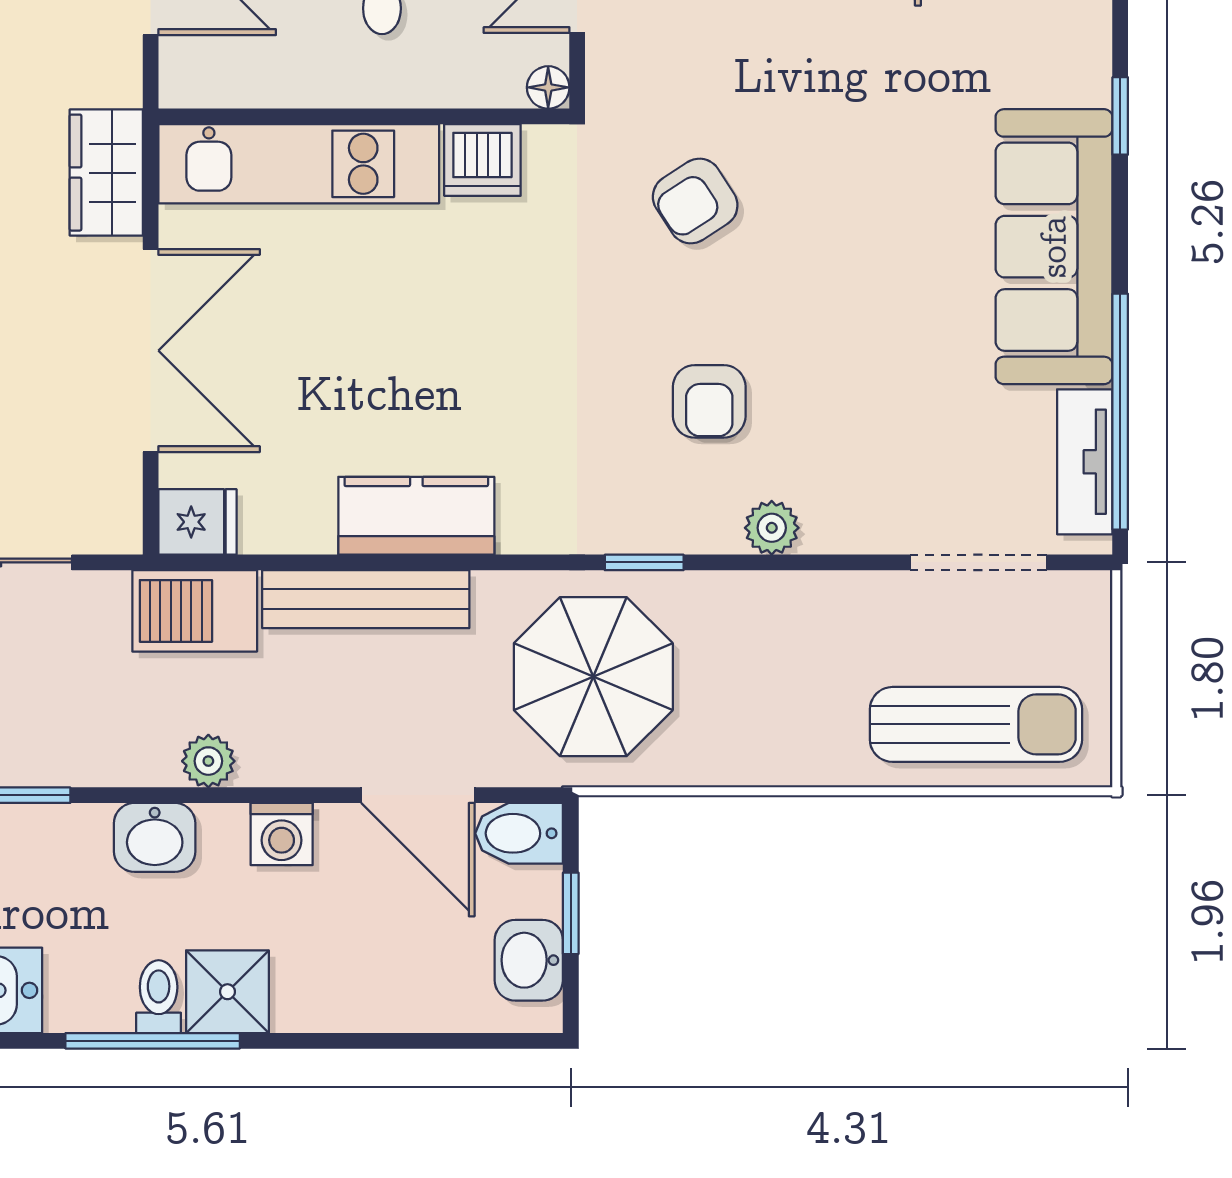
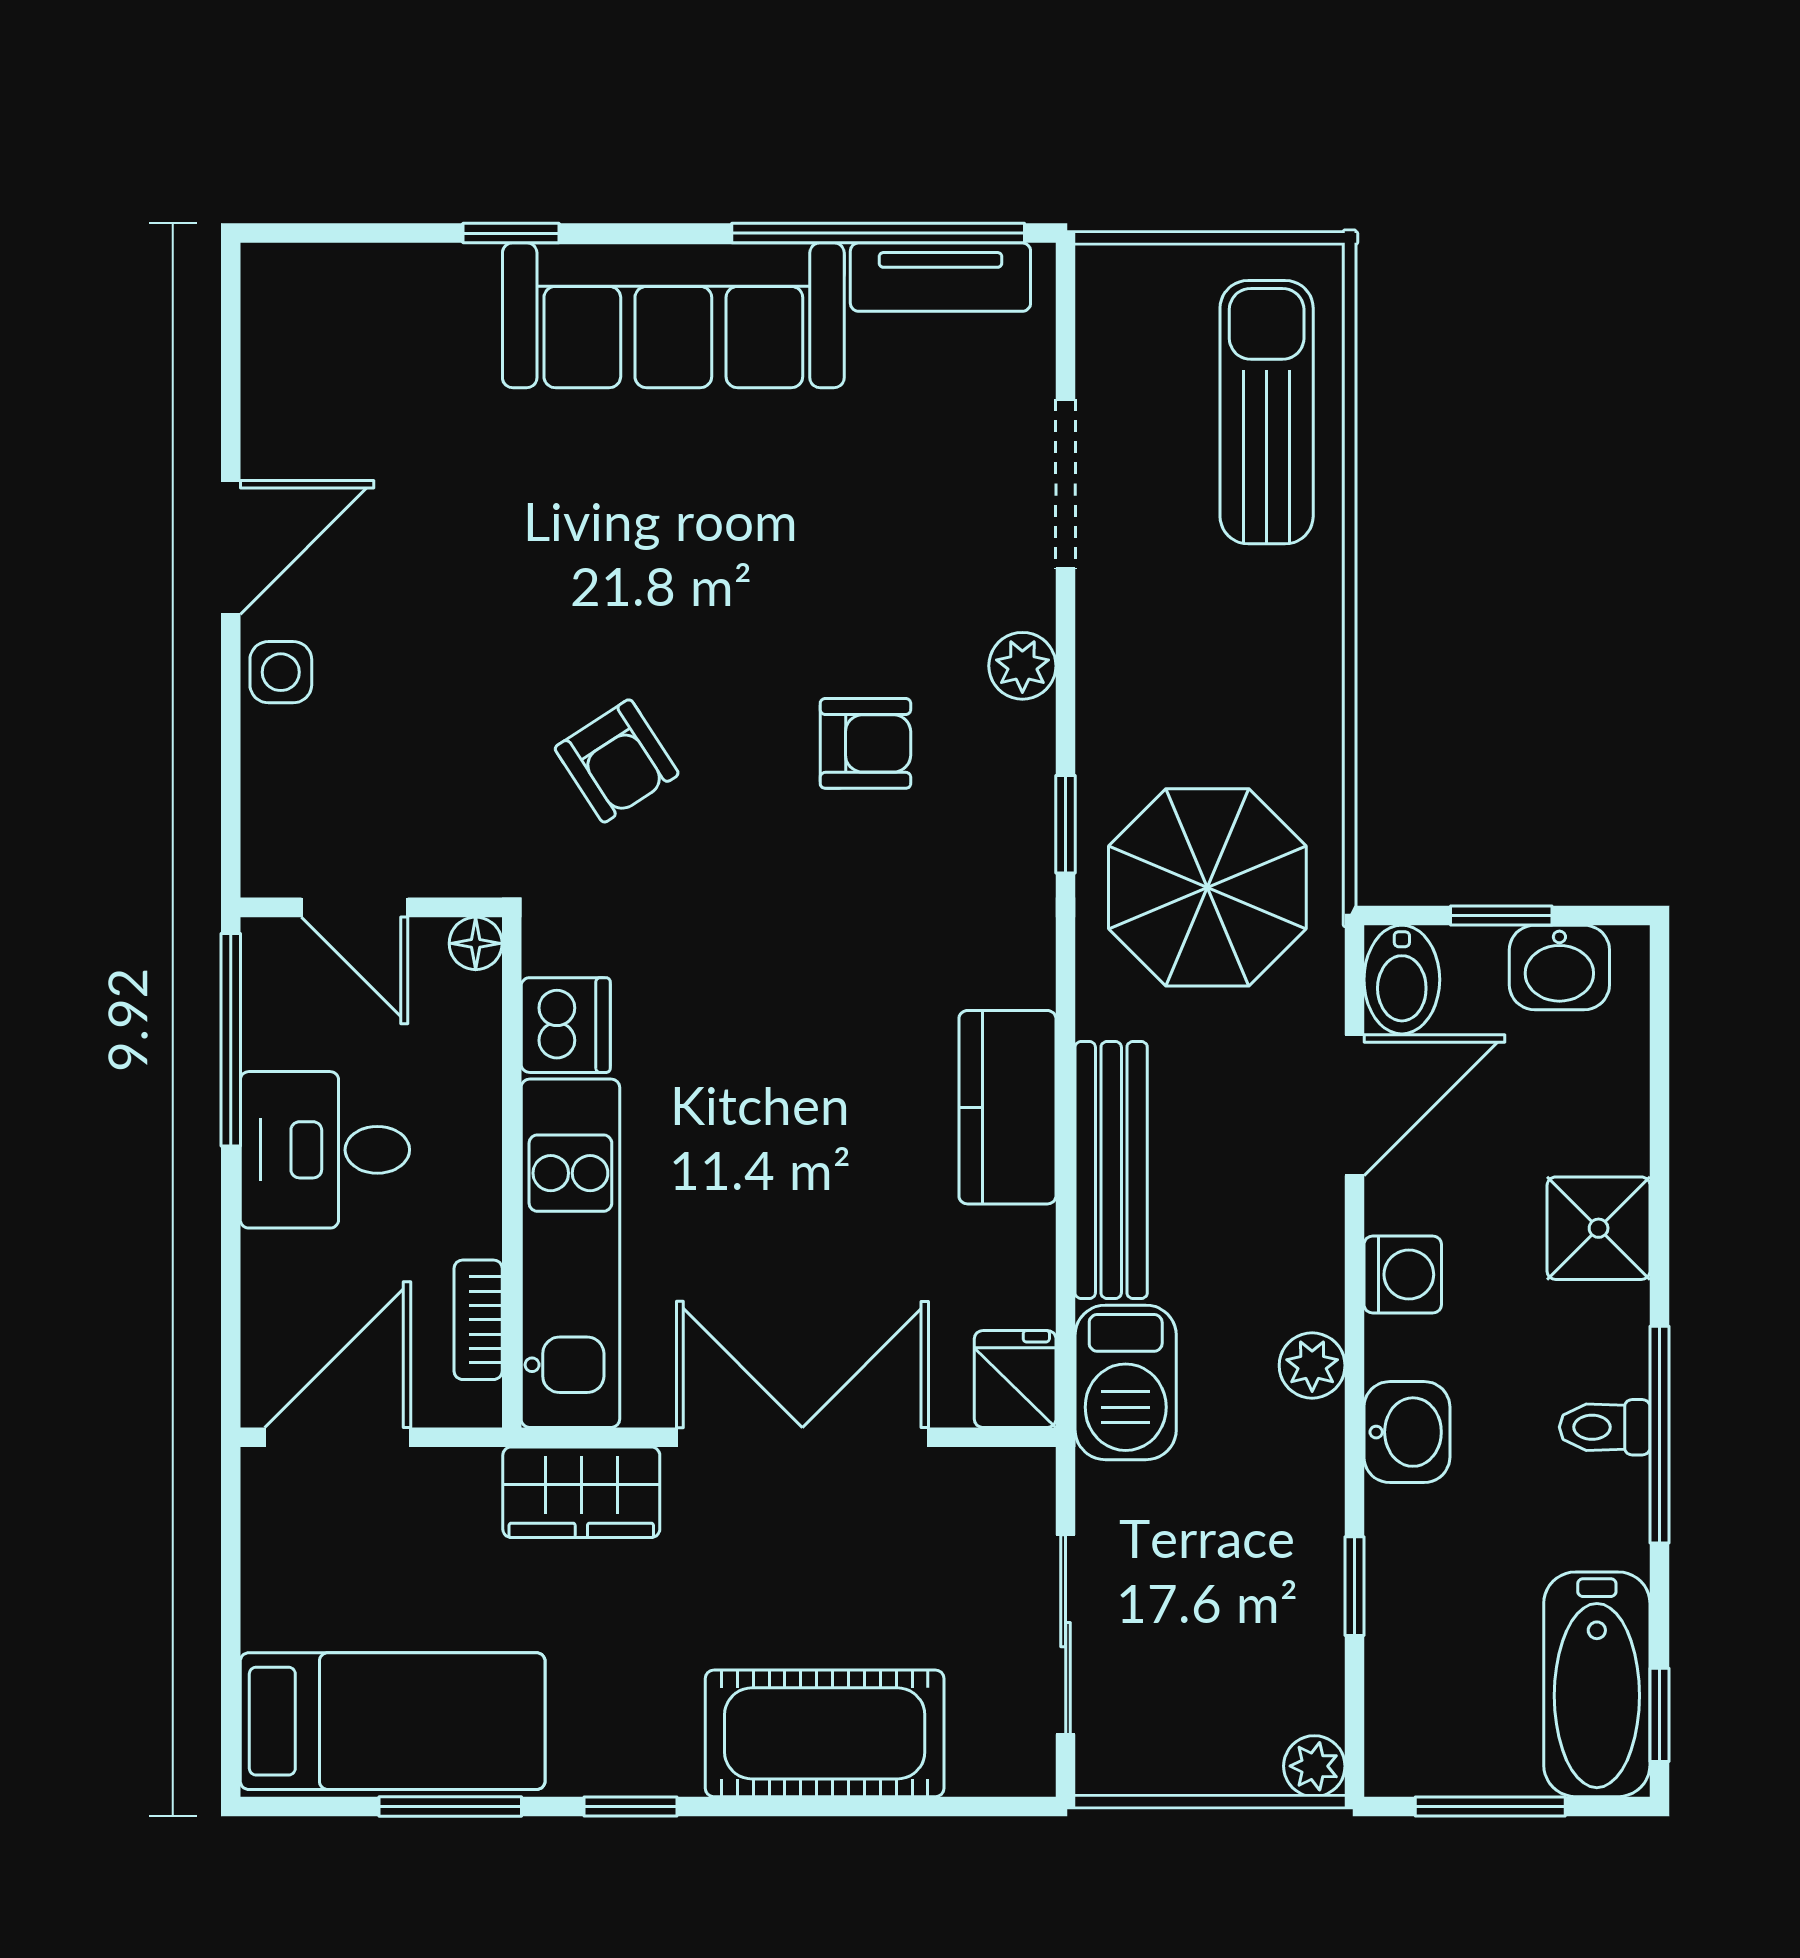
bookcase: (245, 89) -> (478, 1320), added
doorway: (978, 562) -> (1066, 484), moved
shower: (227, 992) -> (1599, 1228), moved

